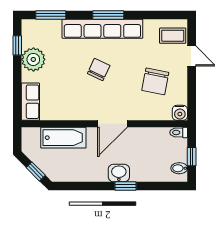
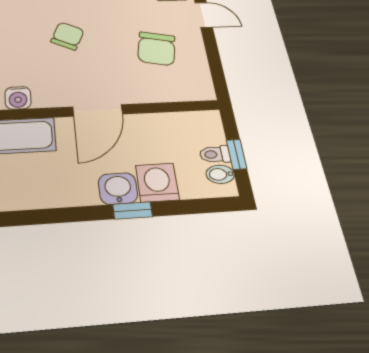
water cooler: (180, 113) -> (18, 98), moved
toilet: (179, 132) -> (215, 154), moved
washing machine: (142, 171) -> (157, 183), added

